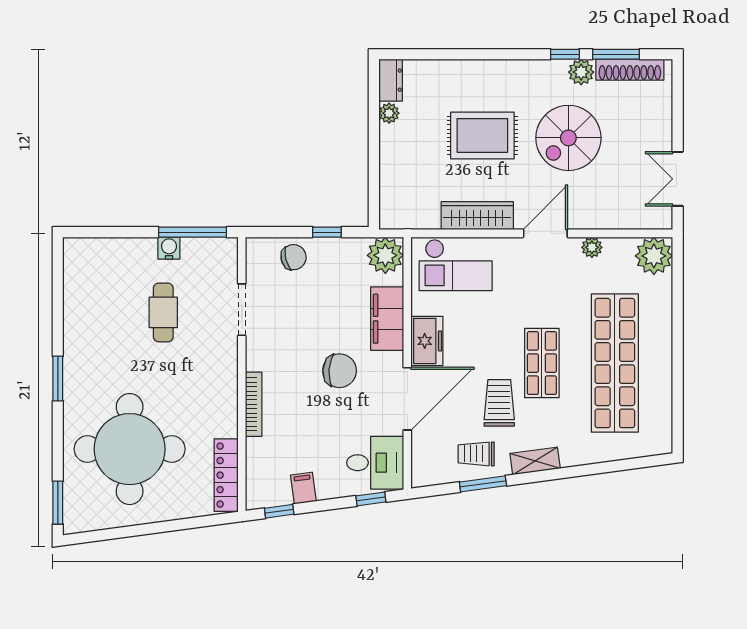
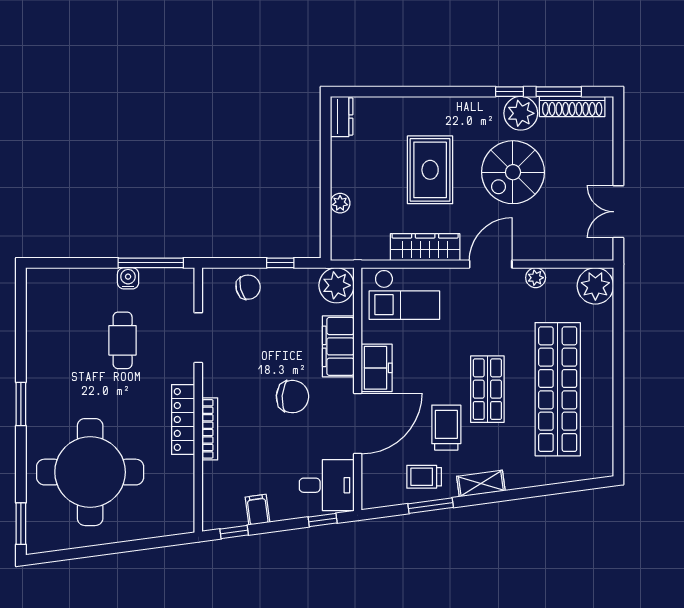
plant: (581, 72) -> (521, 113), width x1.36, depth x1.36
plant: (389, 113) -> (340, 203), moved
rug: (482, 135) -> (430, 170), turned 90
locker: (226, 475) -> (183, 419), moved

